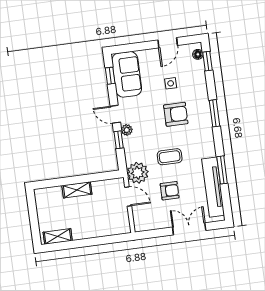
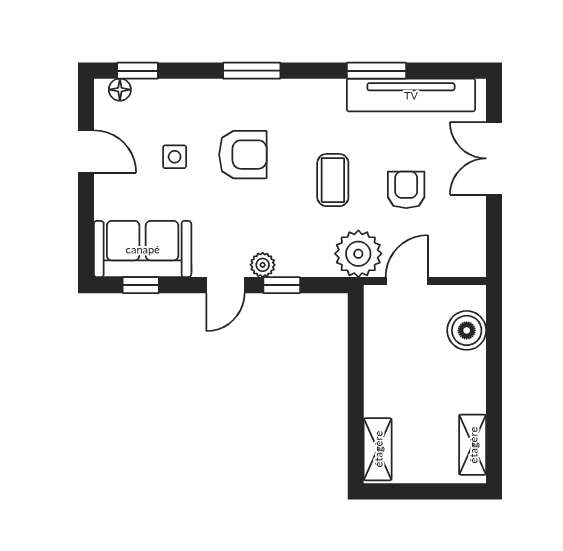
armchair: (176, 114) -> (243, 155), turned 90
shelving: (77, 190) -> (378, 449), moved
boiler: (109, 227) -> (467, 330), added

